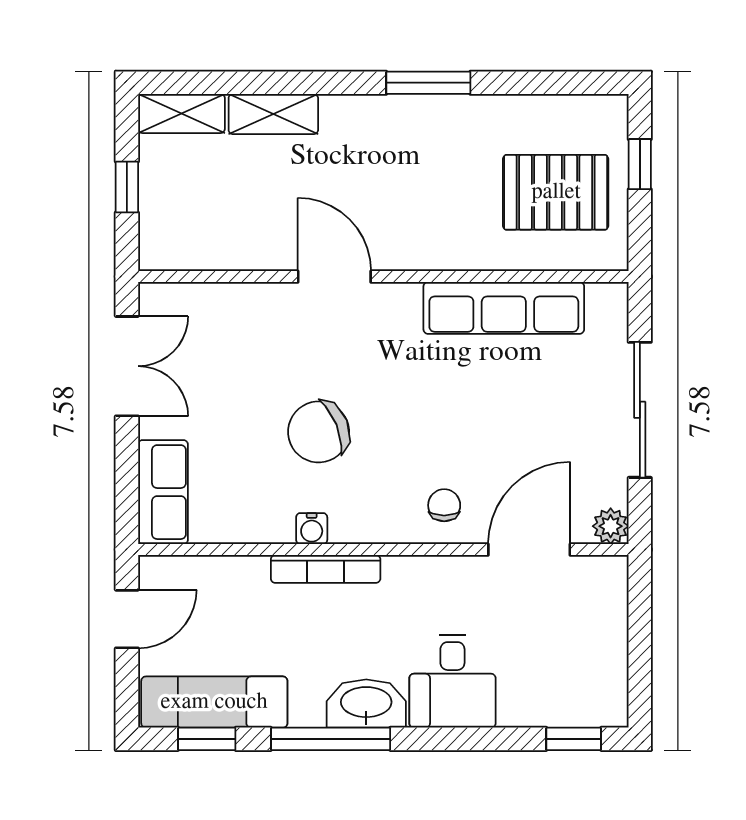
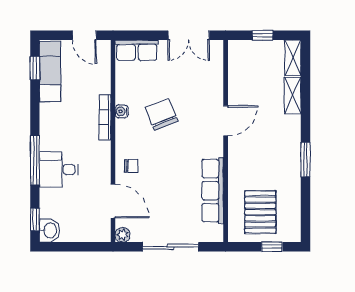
washbasin: (366, 703) -> (49, 230), moved, width x0.72
window: (331, 739) -> (35, 160), moved

